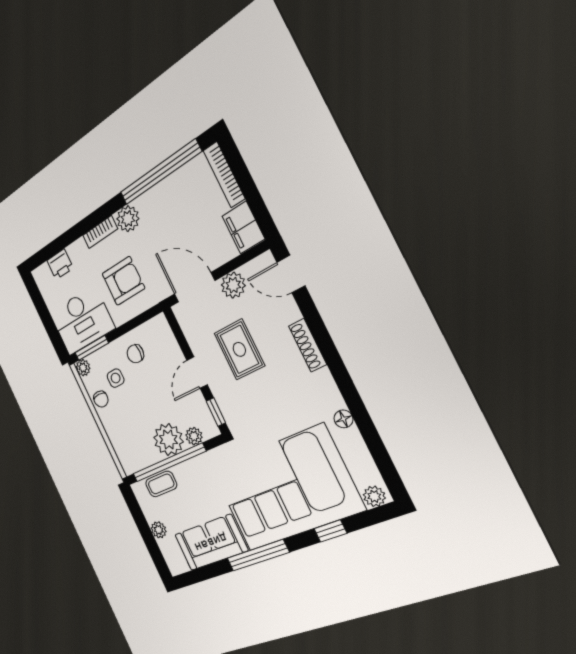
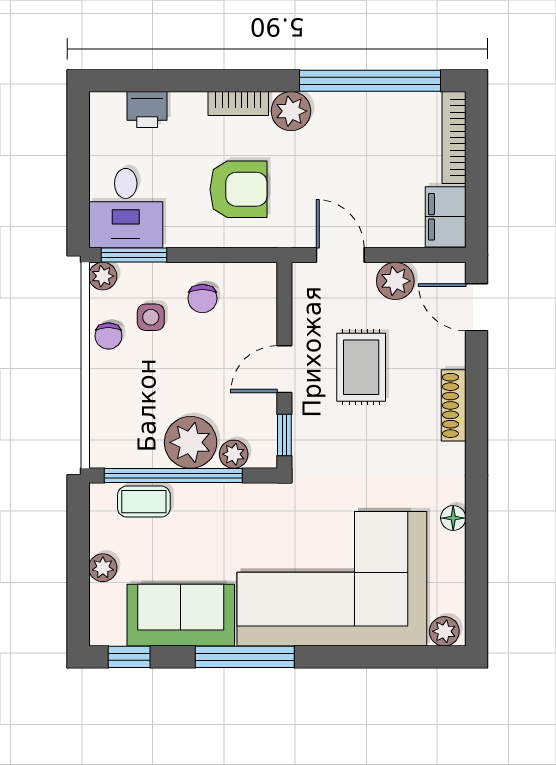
door: (194, 287) -> (340, 255), width x0.73
desk: (82, 321) -> (126, 208), width x0.73
chair: (135, 354) -> (202, 298), turned -90
window: (330, 531) -> (129, 657), moved

